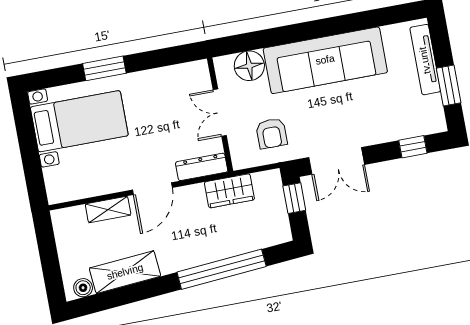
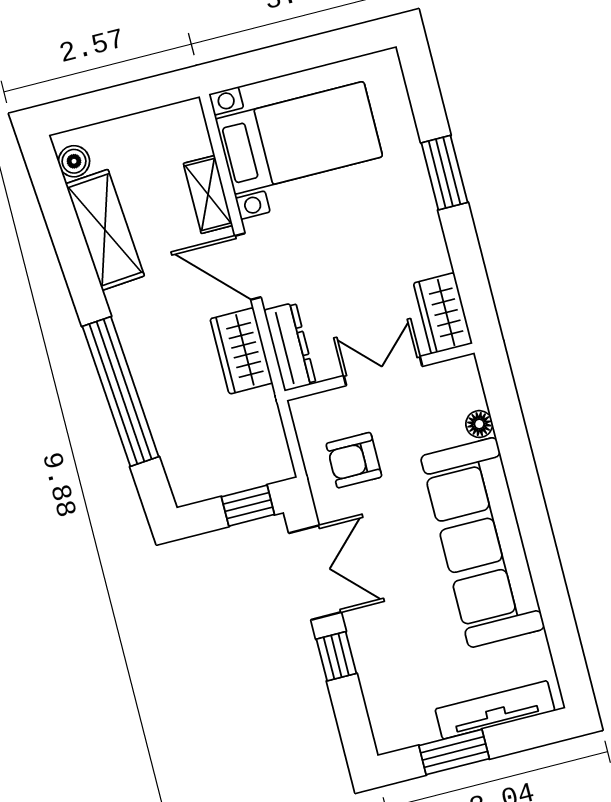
floor lamp: (249, 66) -> (479, 424), width x0.53, depth x0.53
wardrobe: (188, 75) -> (443, 313), added
bed with nightstands: (79, 121) -> (299, 138), moved, turned -90
window: (413, 147) -> (336, 656), moved
double door: (337, 161) -> (315, 573), swing flipped
wardrobe: (229, 191) -> (241, 351), moved

